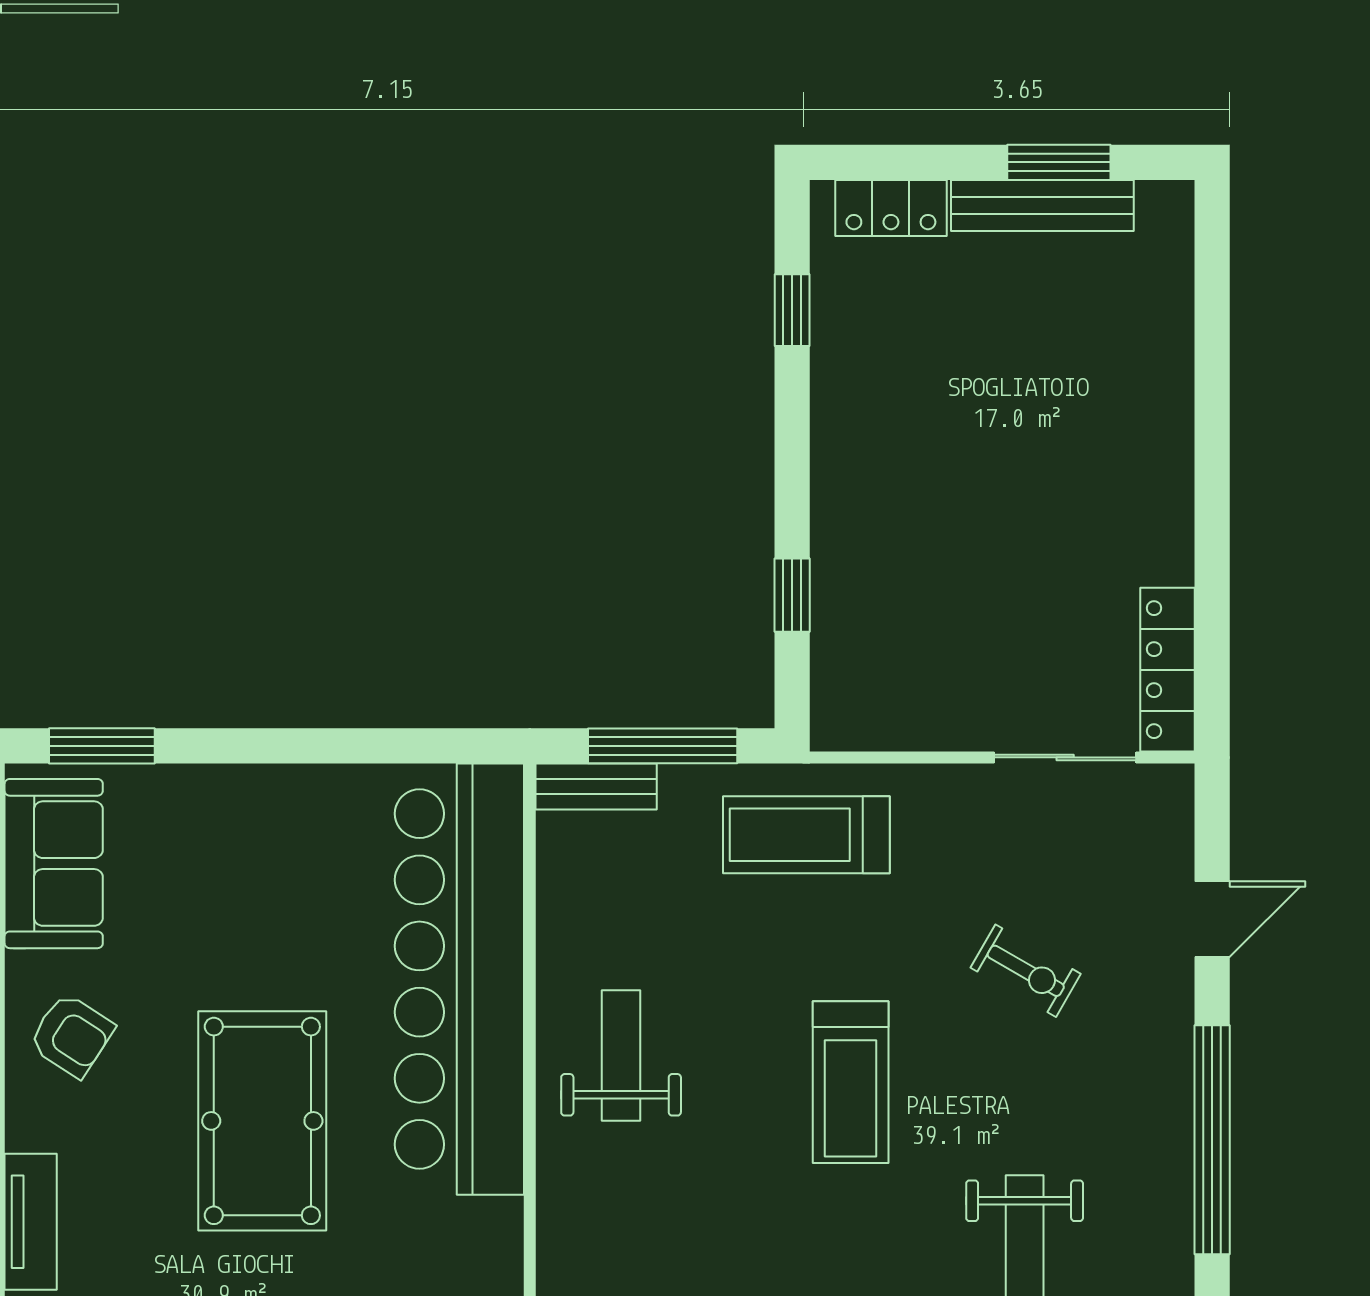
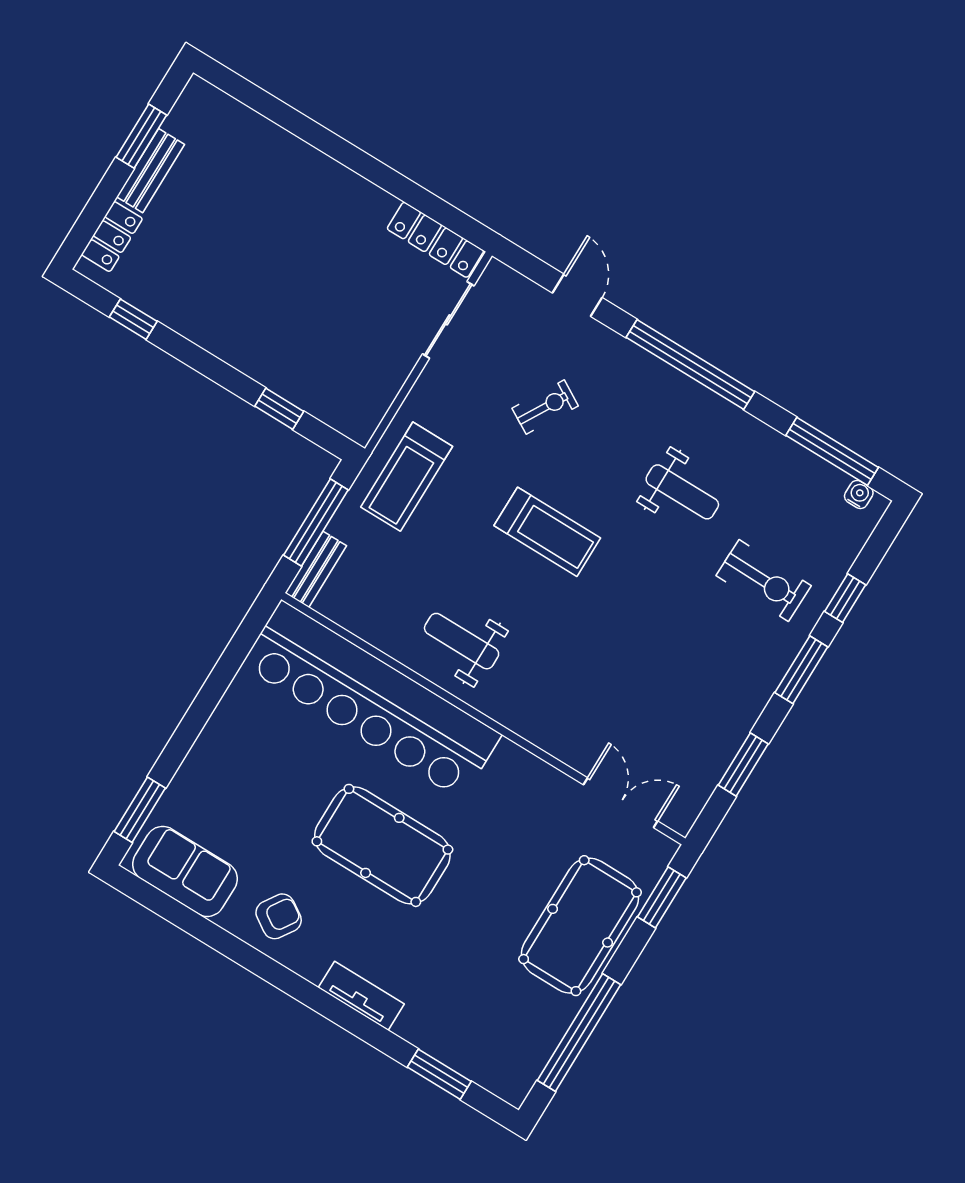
bench: (1042, 206) -> (151, 171), width x0.73

